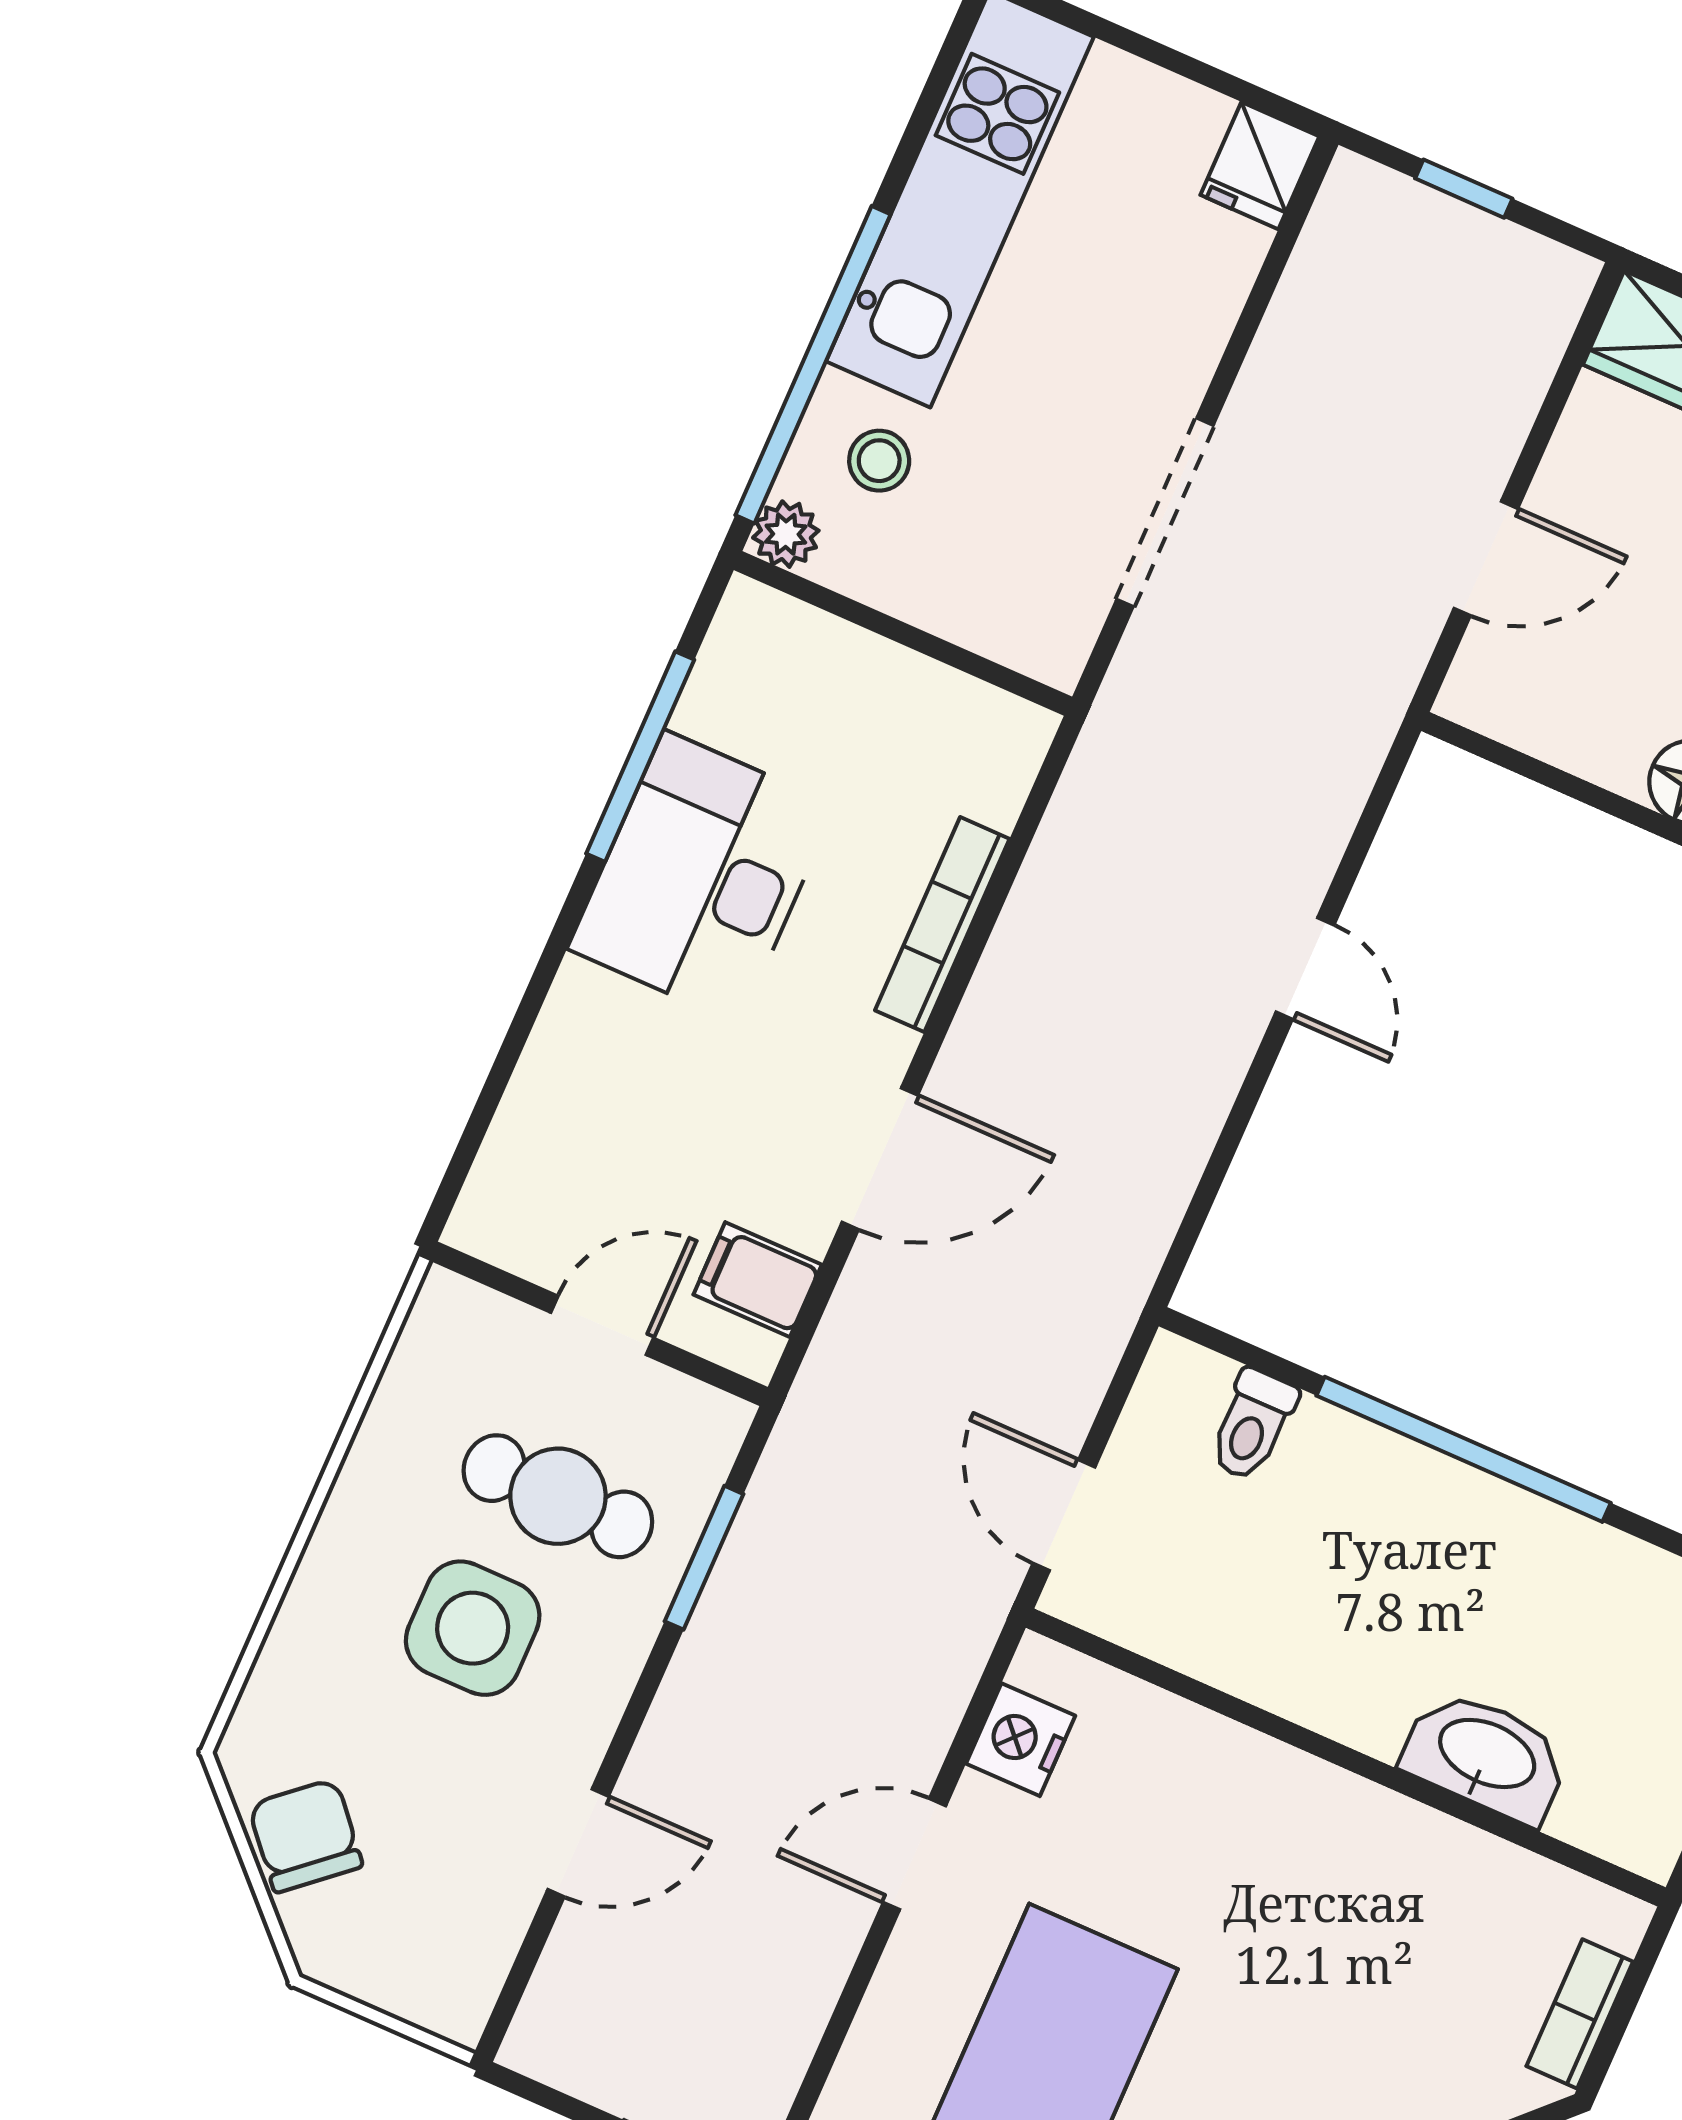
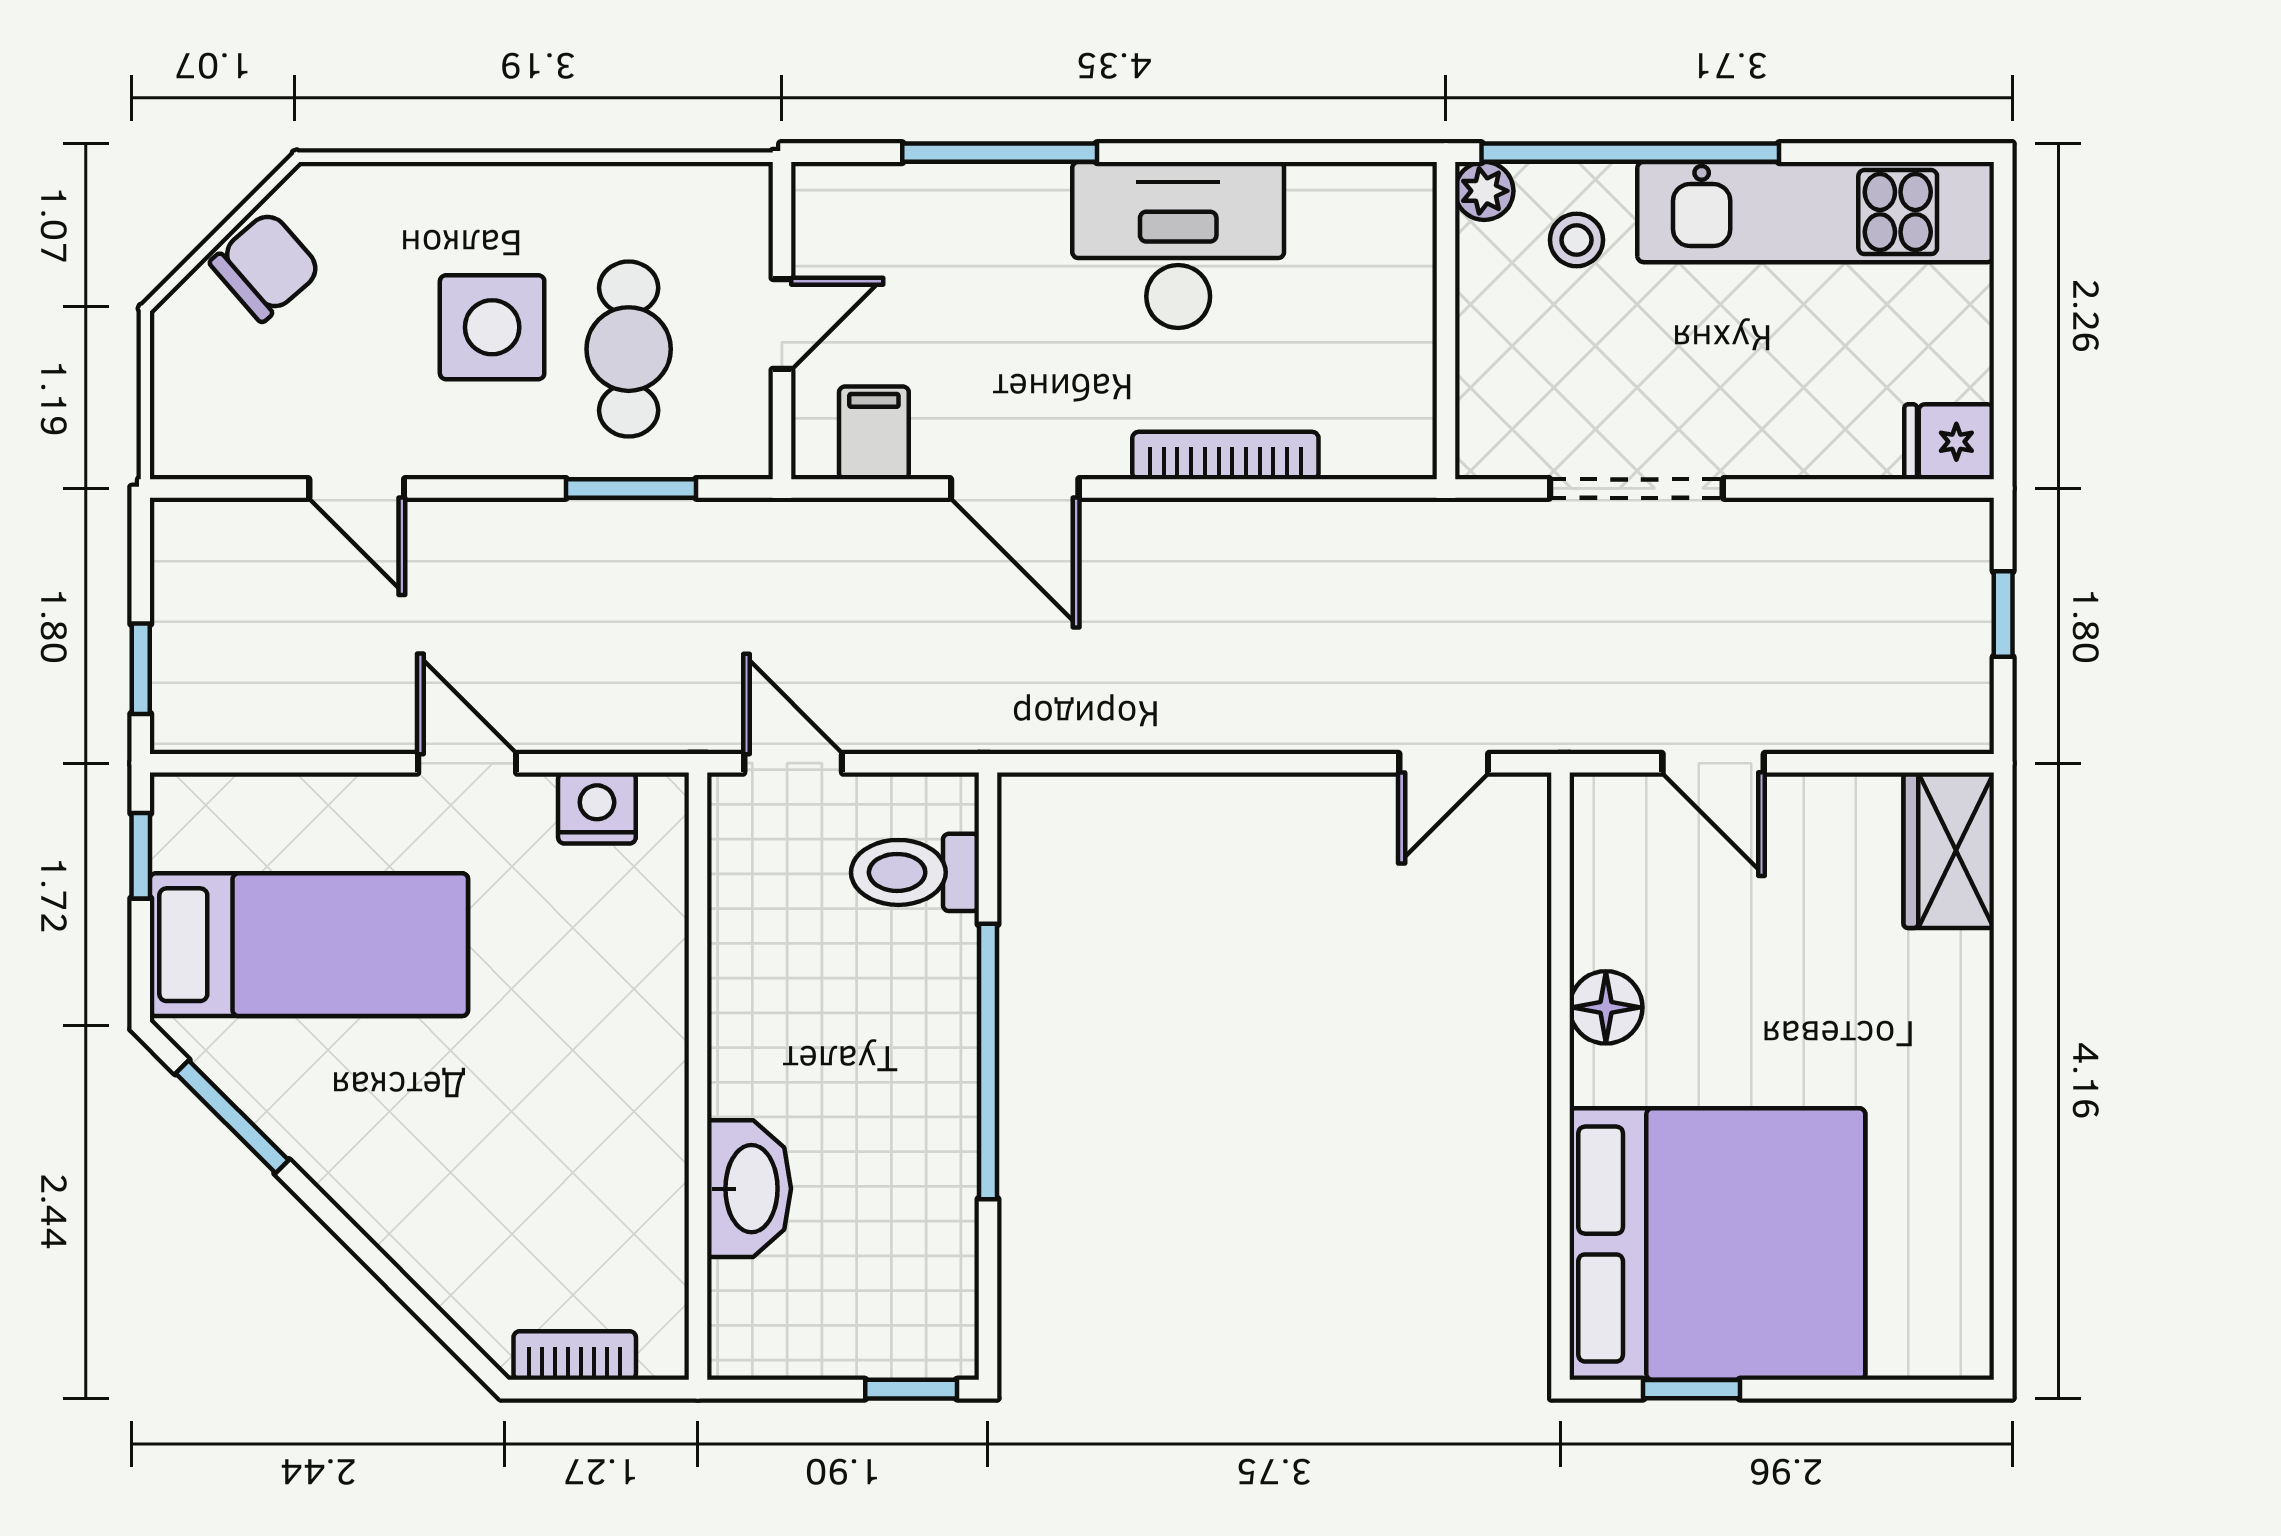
window: (640, 757) -> (1000, 153), moved
door: (1305, 968) -> (1444, 763), moved
door: (602, 1325) -> (782, 324), hinge flipped
toilet: (1252, 1425) -> (915, 872), width x1.37, depth x1.39
door: (1064, 1515) -> (793, 763), hinge flipped

